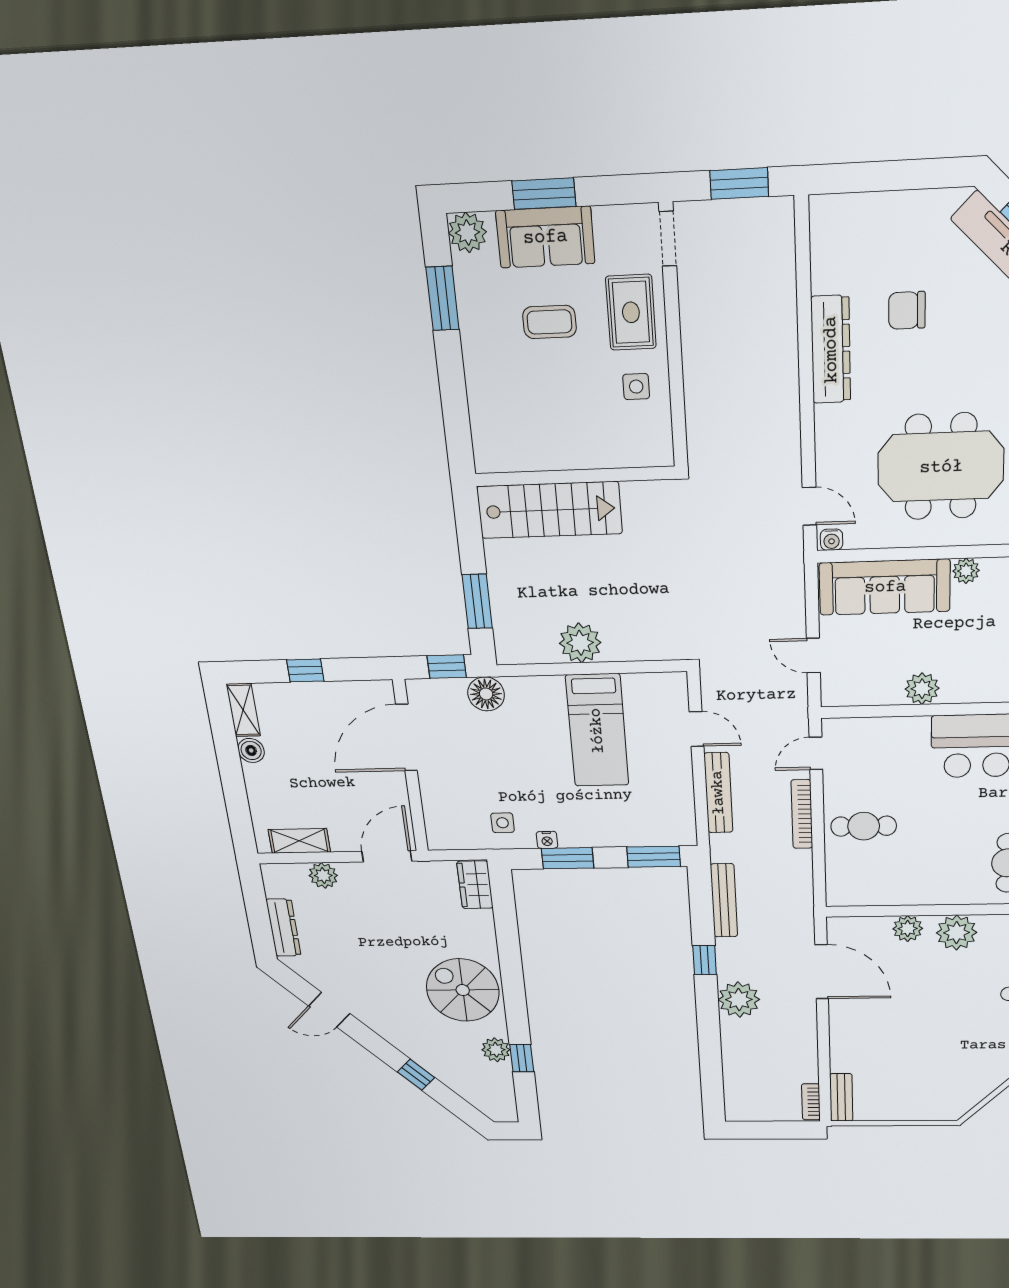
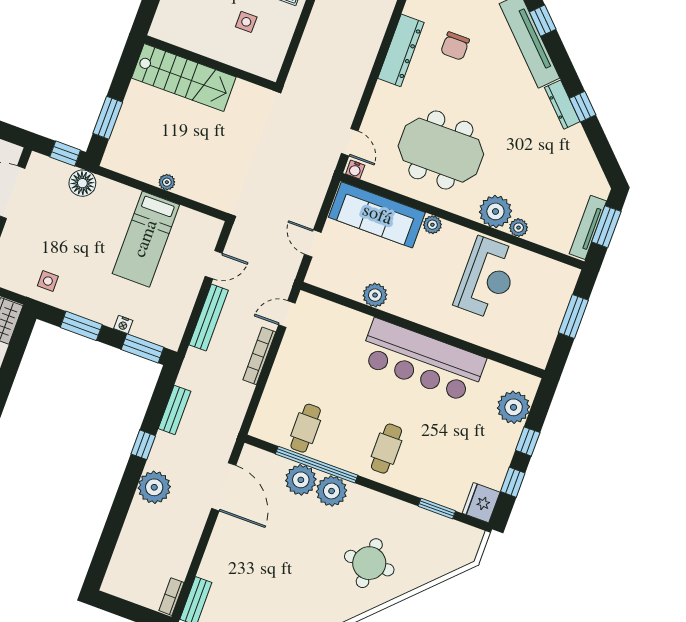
chair: (907, 310) -> (455, 46), turned -90
side table: (636, 387) -> (246, 22), moved
plant: (580, 643) -> (167, 182), width x0.53, depth x0.53
door: (697, 729) -> (214, 265), hinge flipped
cafe table: (864, 826) -> (306, 428), moved, turned 90
nightstand: (547, 840) -> (123, 325), moved
bench: (724, 901) -> (175, 410), width x0.73
window: (926, 910) -> (317, 465), added
plant: (908, 929) -> (301, 480), width x1.36, depth x1.36

